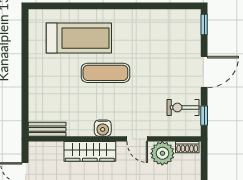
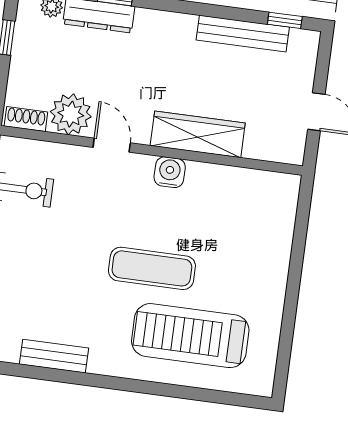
bench: (47, 129) -> (54, 356), moved

